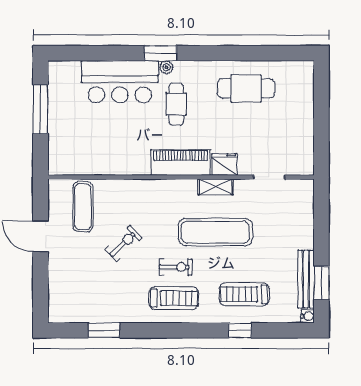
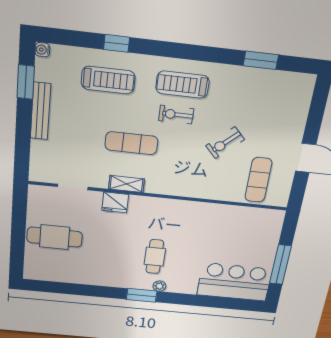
window: (161, 53) -> (142, 295), moved
bar counter: (120, 82) -> (234, 282), moved
cafe table: (246, 88) -> (55, 237), moved
piano: (181, 162) -> (157, 208), removed
exercise mat: (215, 232) -> (131, 143), width x0.73, depth x0.69
bench: (306, 279) -> (40, 111), moved

